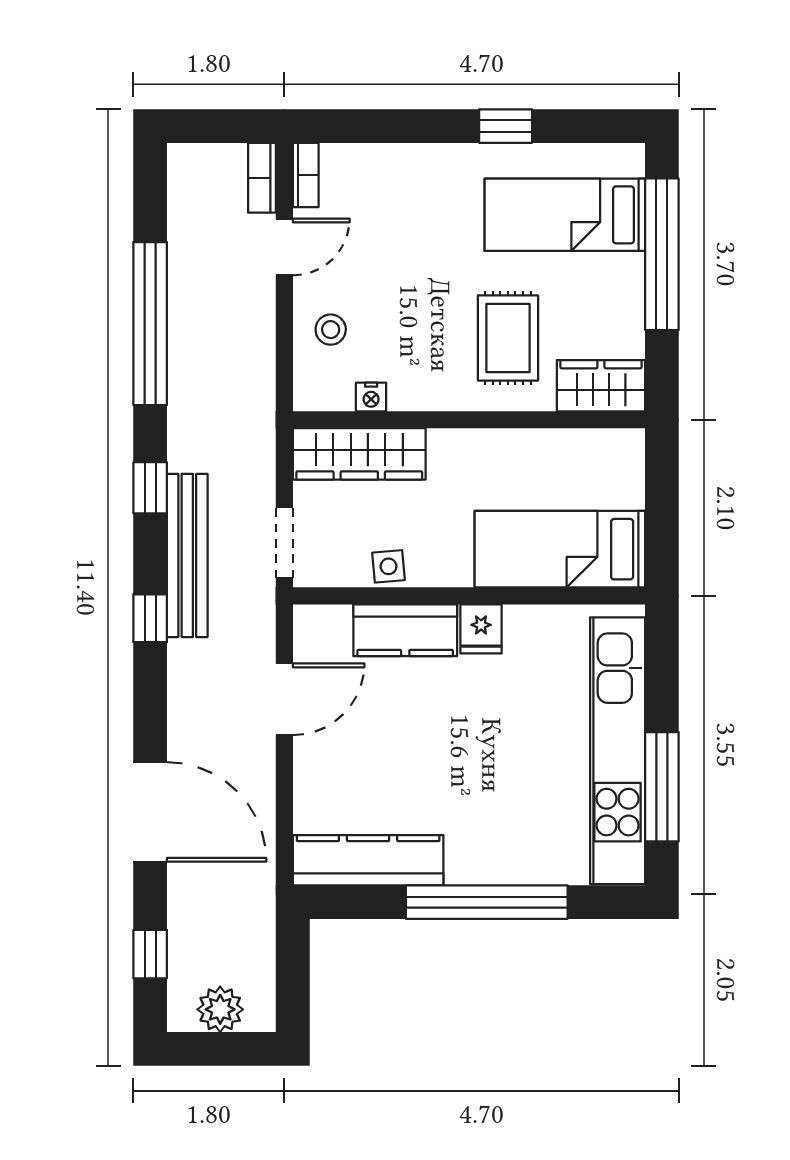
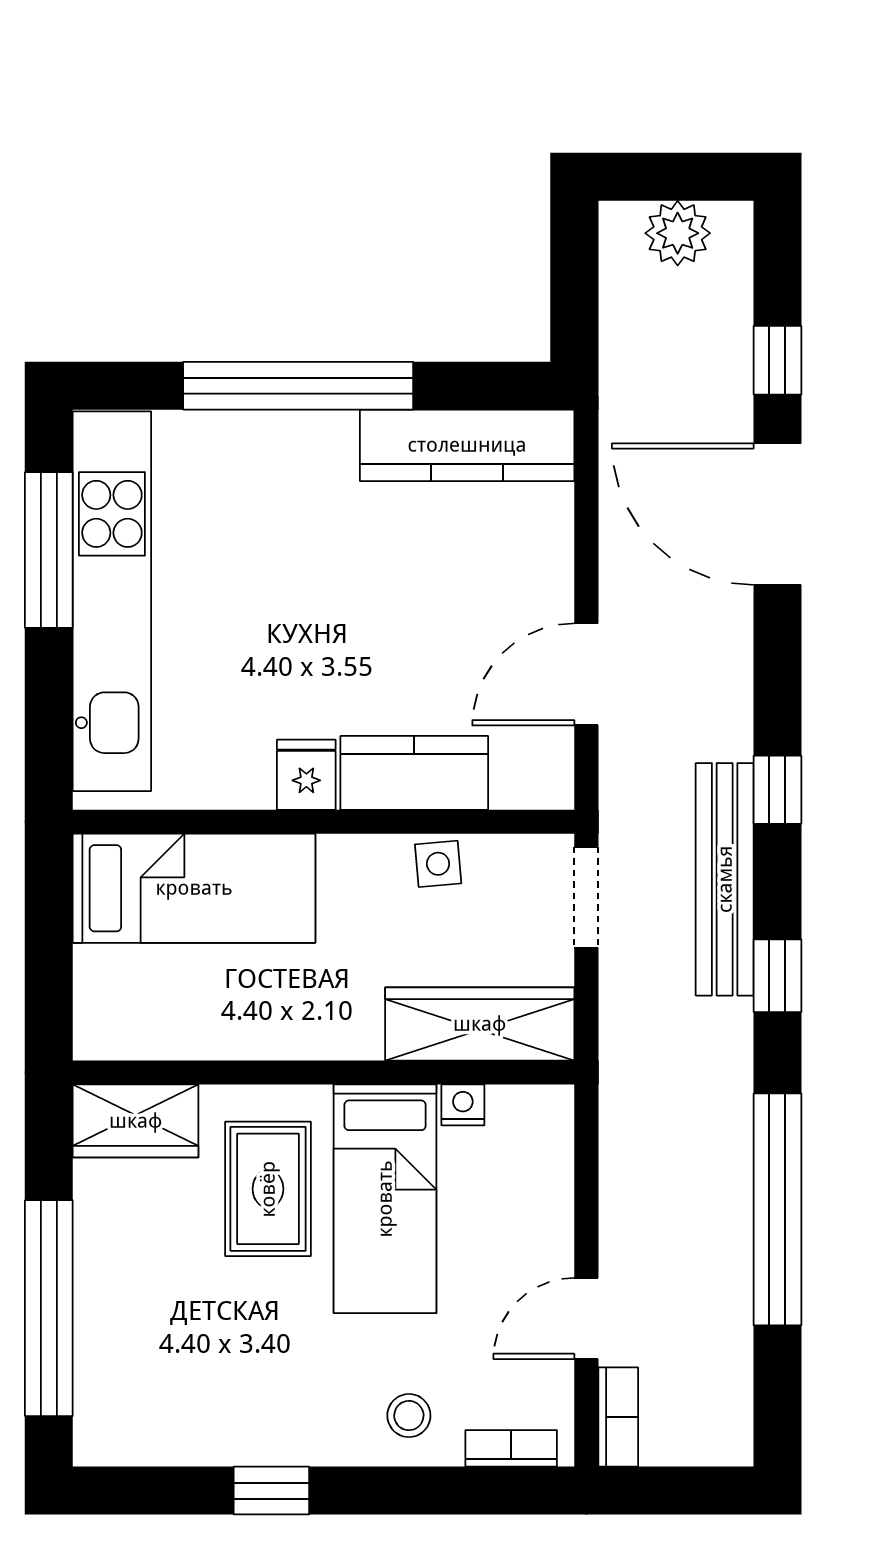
bookcase: (306, 175) -> (511, 1448), moved, turned 90
bed: (565, 215) -> (385, 1199), moved, turned 90
stool: (331, 330) -> (409, 1416), moved
window: (150, 954) -> (777, 360), moved

